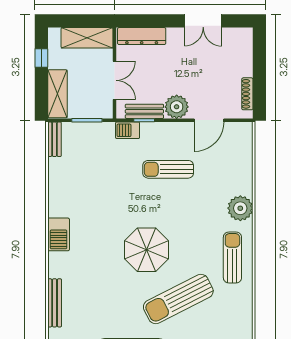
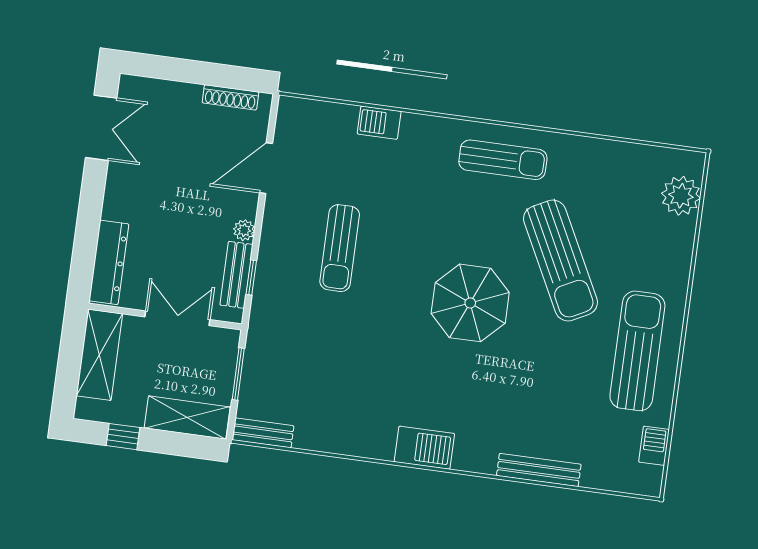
double door: (203, 21) -> (101, 128), moved
plant: (177, 107) -> (244, 230), width x0.53, depth x0.53
door: (209, 120) -> (266, 168), swing flipped
barbecue: (128, 130) -> (379, 123), moved, turned 90
plant: (240, 208) -> (422, 135), removed
sun lounger: (232, 258) -> (503, 160), turned 180

